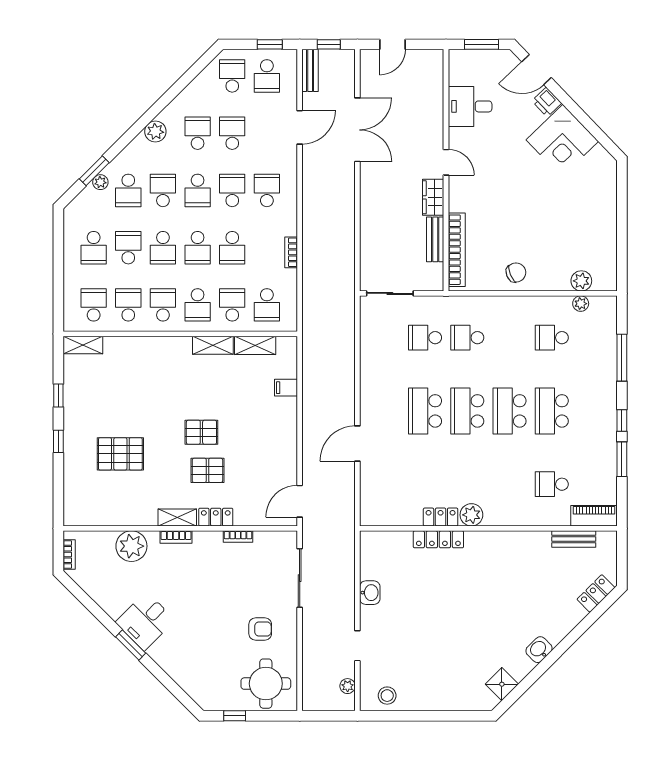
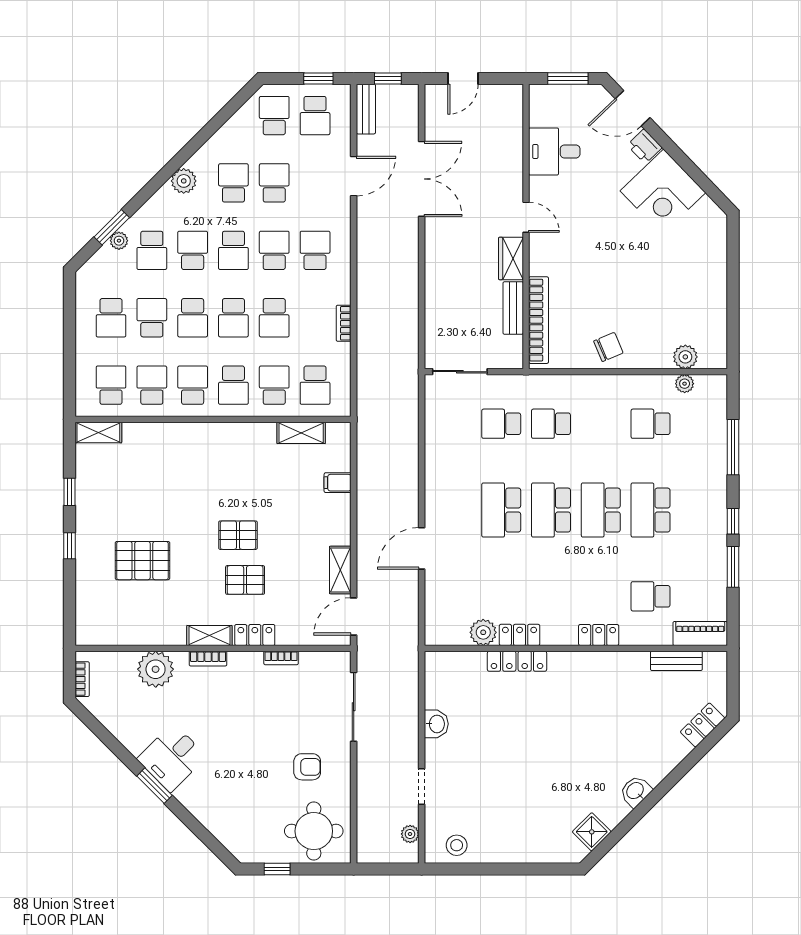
shelving: (213, 345) -> (340, 570), moved, turned 90
plant: (471, 515) -> (483, 632), moved
locker: (508, 517) -> (599, 635), added

